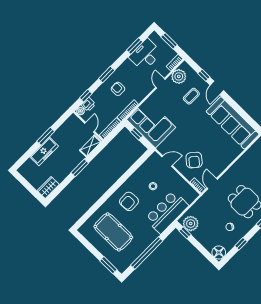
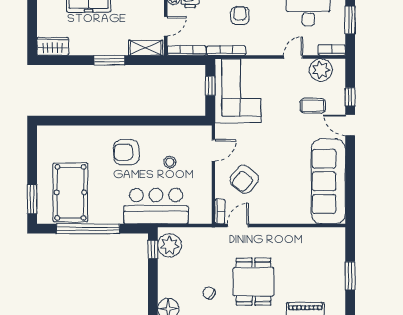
door: (217, 88) -> (350, 125), hinge flipped
door: (167, 161) -> (213, 150), hinge flipped
pool table: (113, 232) -> (70, 192), moved

